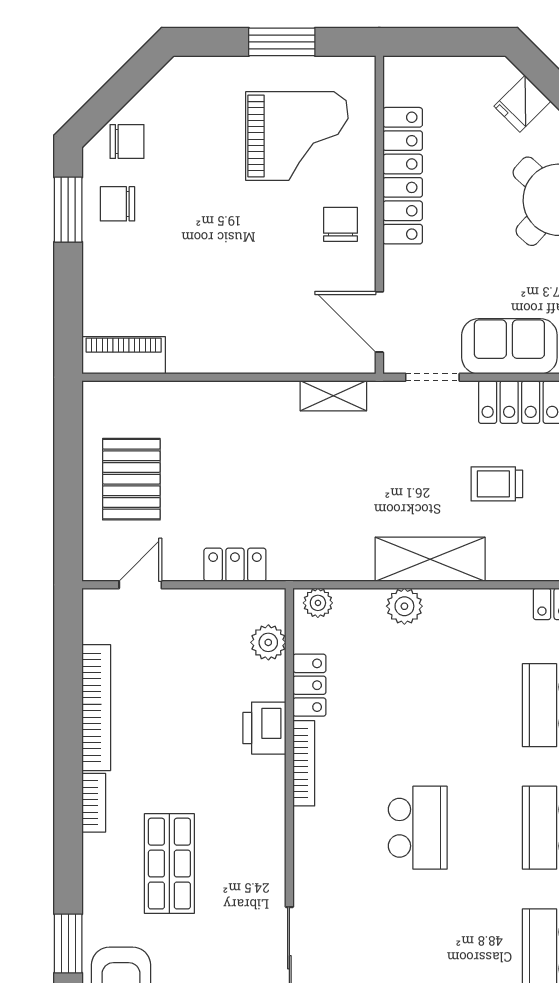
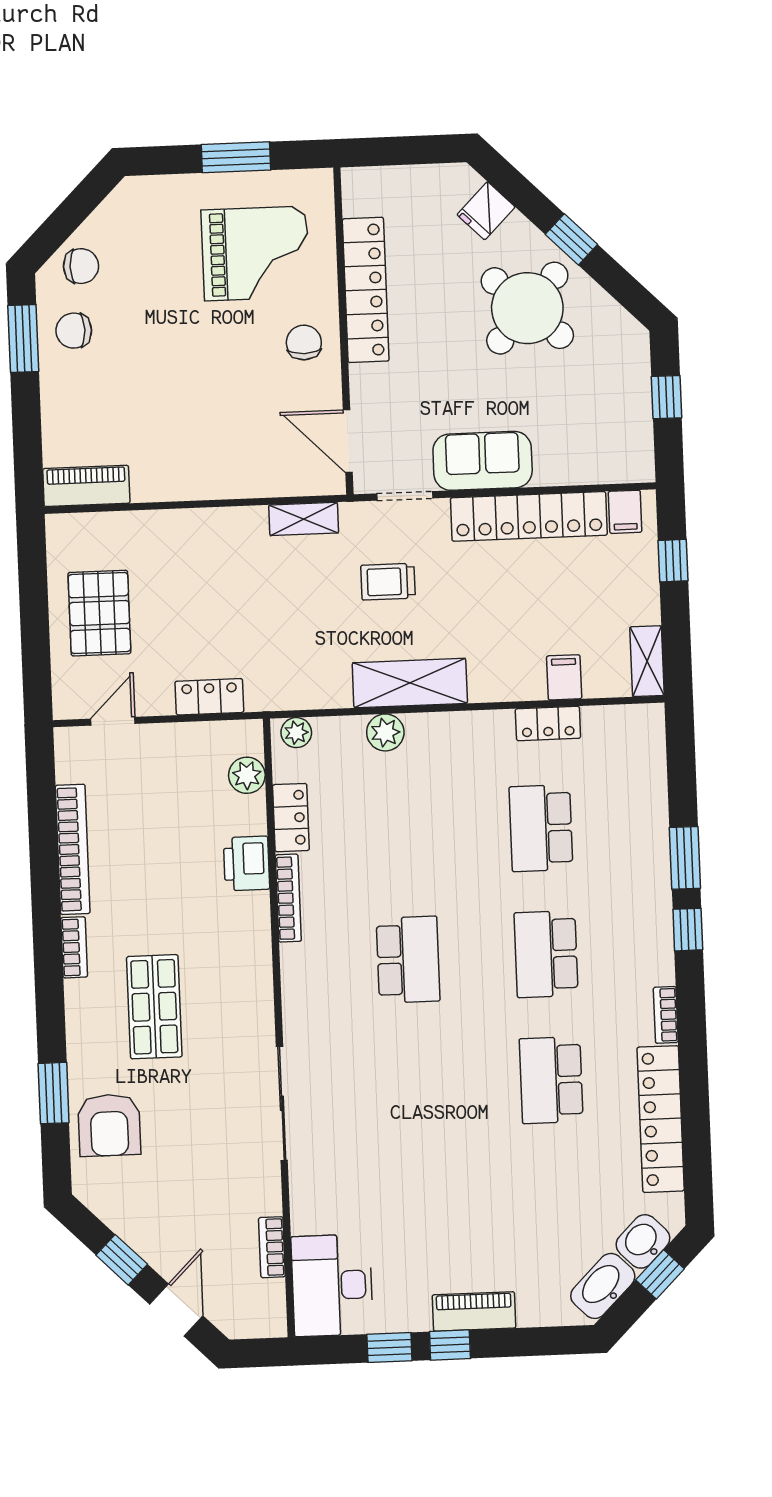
trolley: (497, 484) -> (388, 582), moved

